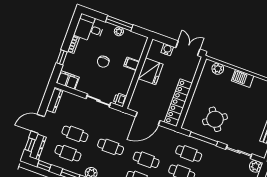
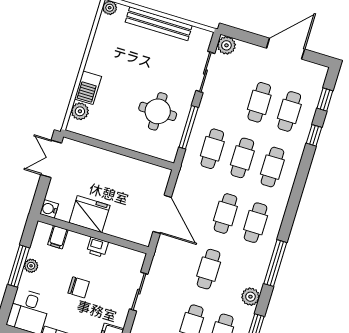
water cooler: (167, 50) -> (49, 209), moved
filing cabinet: (132, 64) -> (58, 237), moved
barbecue: (243, 78) -> (88, 88), moved
printer: (120, 100) -> (97, 247), moved
locker: (178, 103) -> (135, 169), removed
round table: (215, 119) -> (158, 111), turned 35

